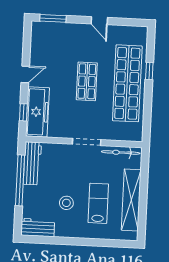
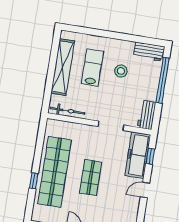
doorway: (87, 142) -> (111, 126), moved
workbench: (32, 163) -> (147, 115), width x0.73
window: (20, 180) -> (163, 80), moved
lab bench: (98, 203) -> (92, 67), turned 180

